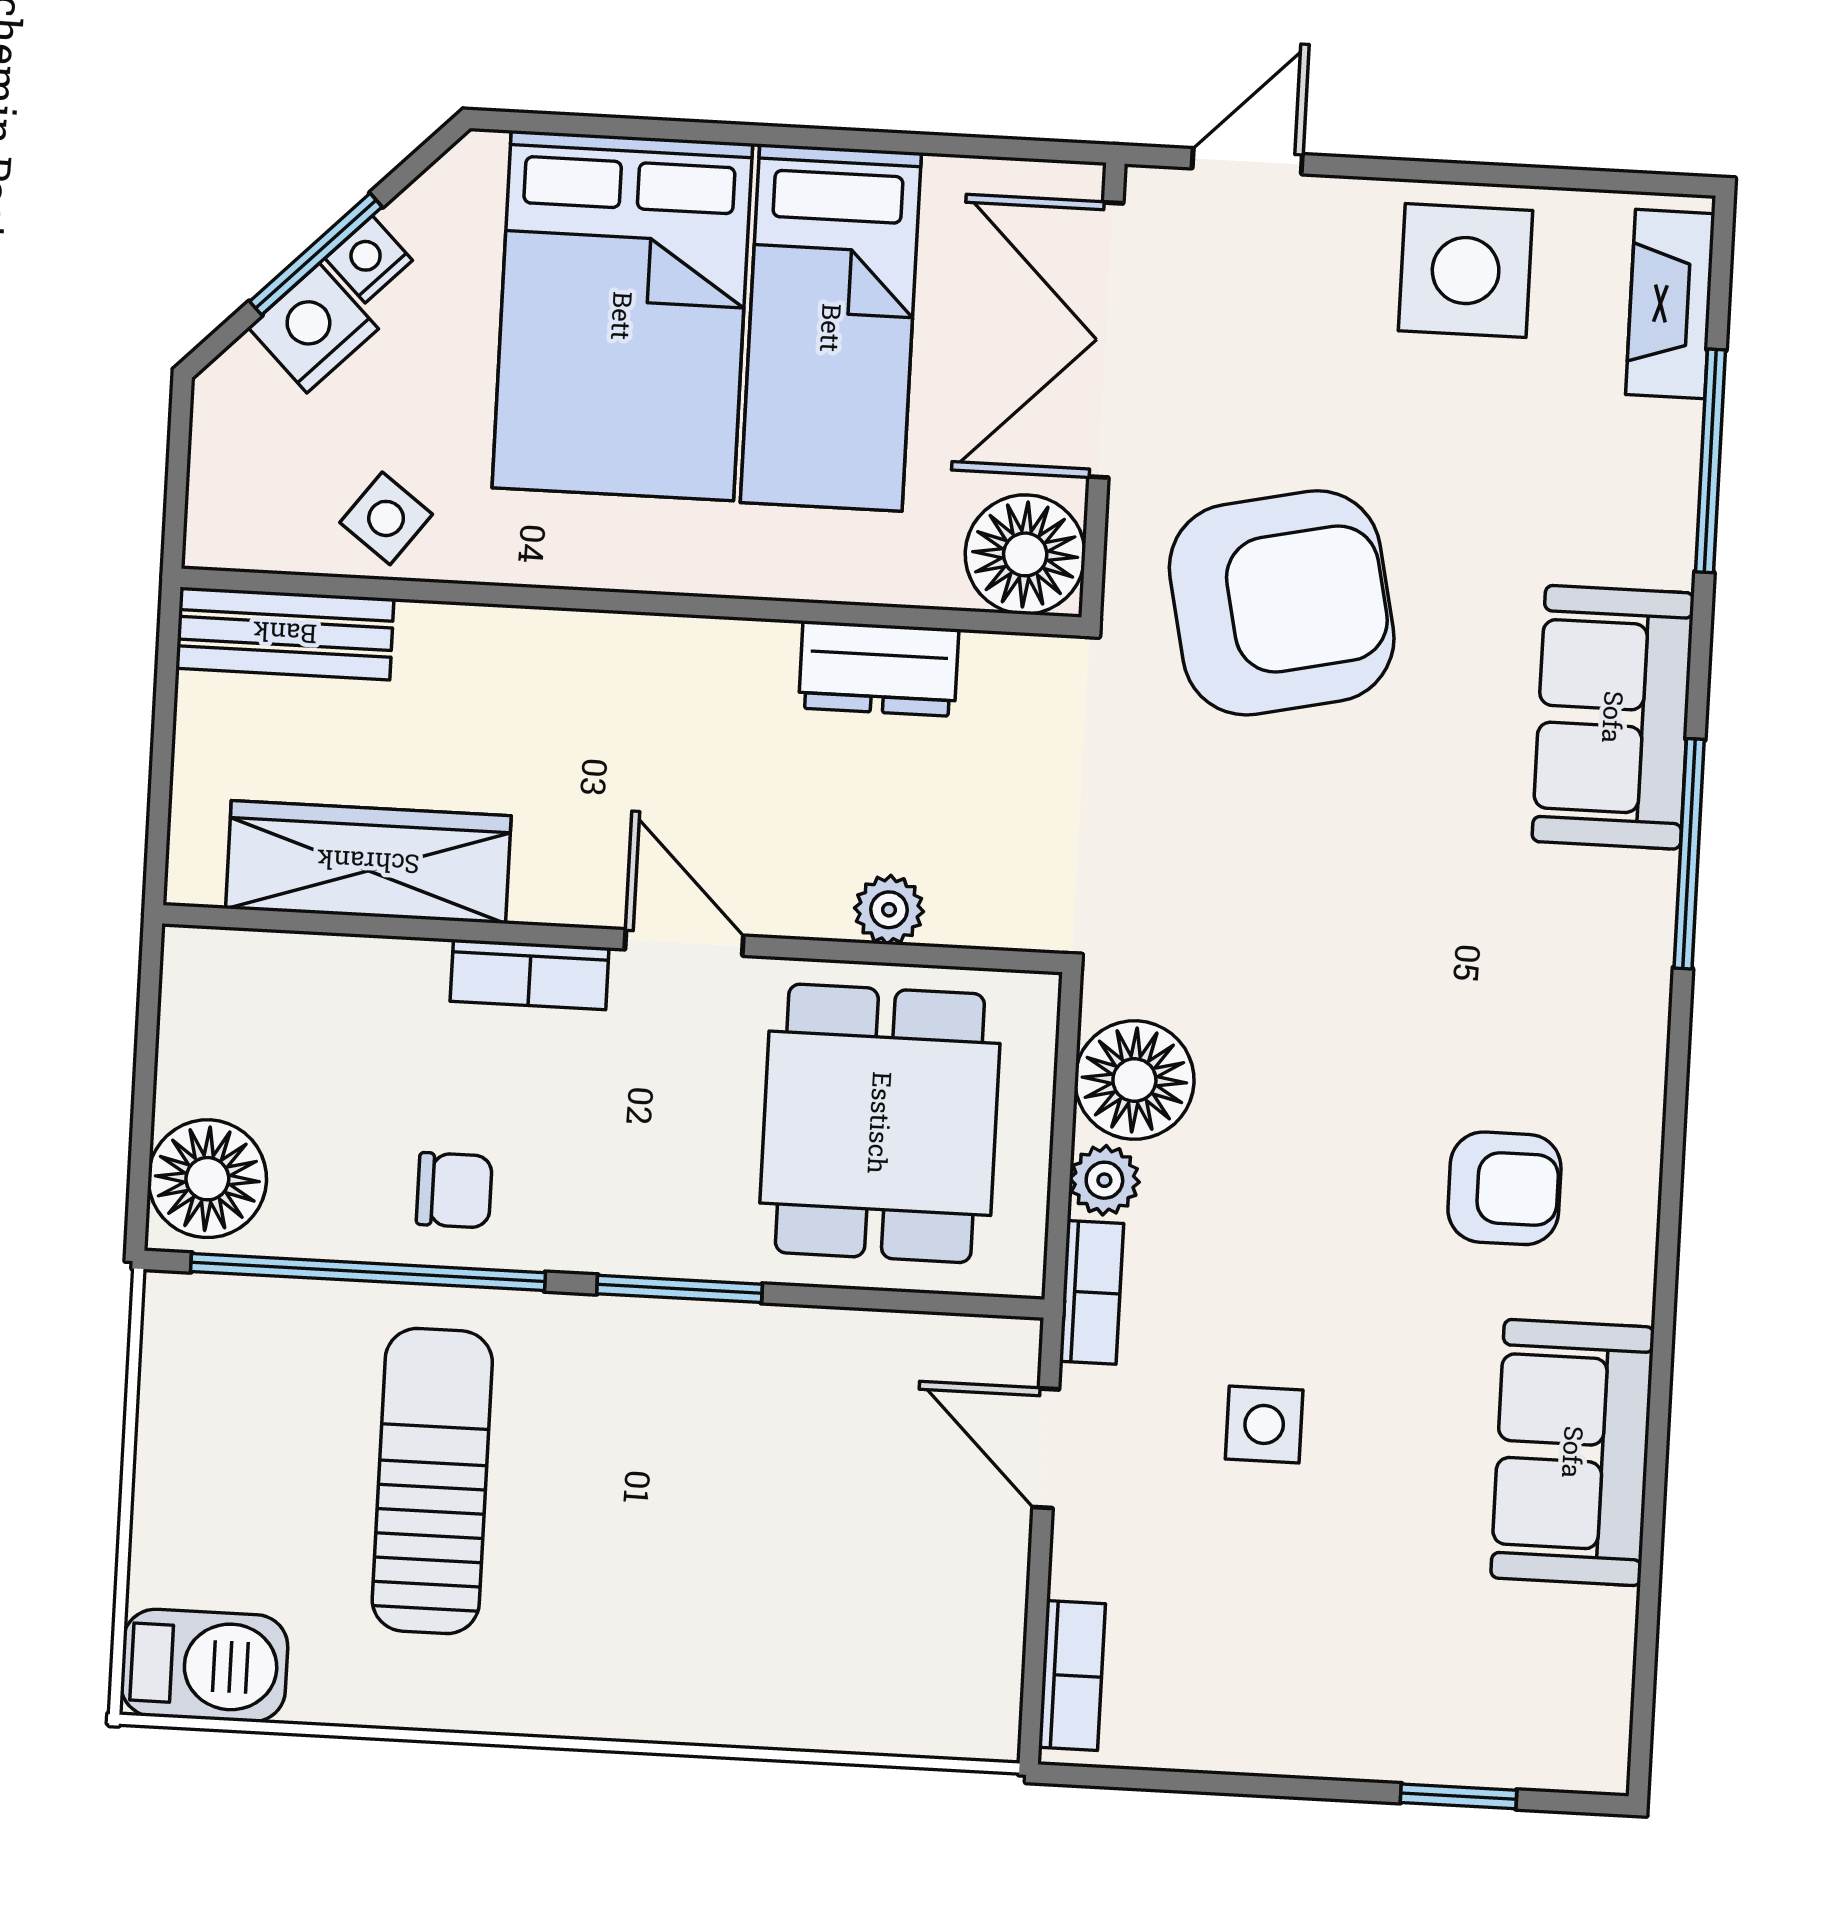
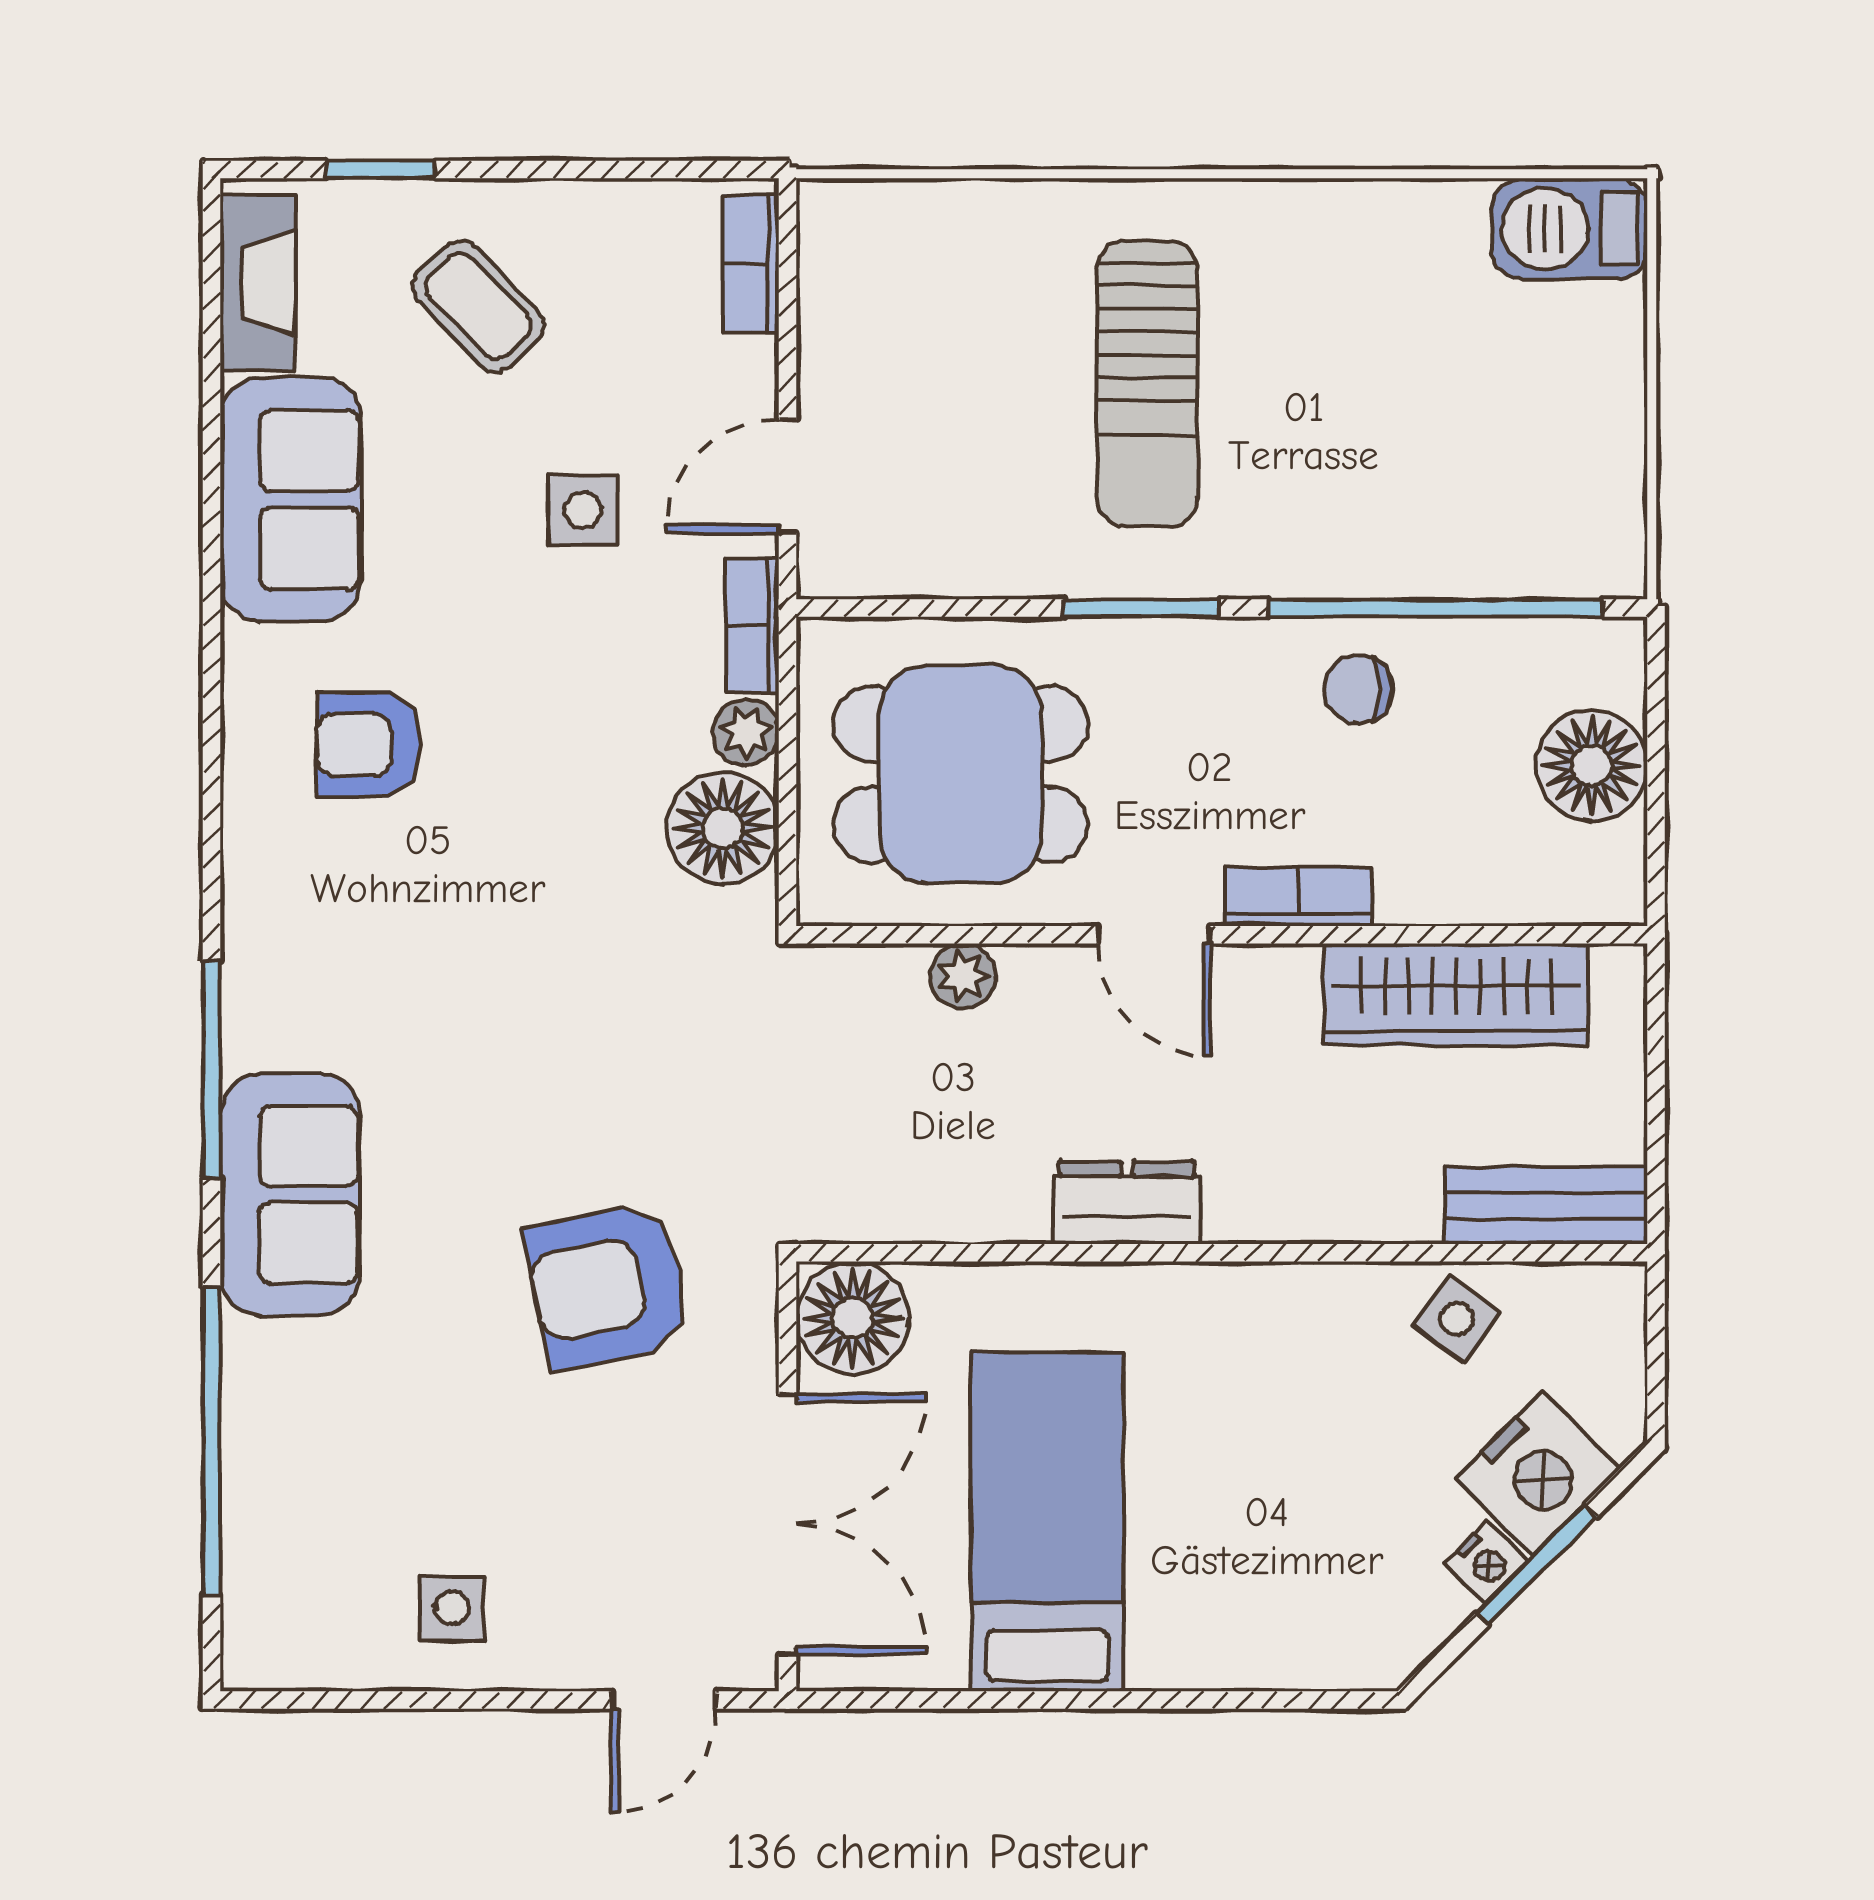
side table: (1466, 271) -> (452, 1608), width x0.54, depth x0.54
fireplace: (1670, 304) -> (258, 282), moved
bed: (622, 316) -> (1245, 1522), removed
nightstand: (313, 328) -> (1537, 1474), width x1.36, depth x1.33
window: (1710, 461) -> (211, 1441), width x1.46
armchair: (1282, 603) -> (608, 1285), width x0.73, depth x0.73
dresser: (879, 669) -> (1127, 1203), moved
dining table: (880, 1123) -> (961, 774), turned 90
floor lamp: (207, 1179) -> (1592, 765), moved
door: (1046, 1448) -> (788, 476), swing flipped
sun lounger: (432, 1481) -> (1147, 384), moved
coffee table: (1363, 1646) -> (478, 306), added

